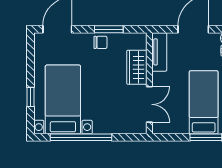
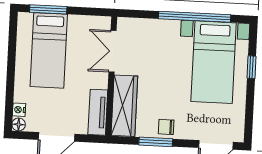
wardrobe: (137, 67) -> (124, 106), width x1.50

